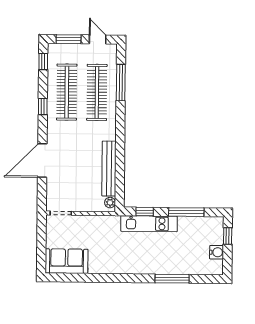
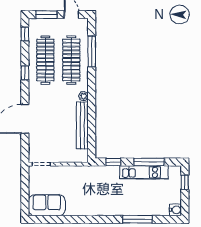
plant: (110, 203) -> (84, 96), moved
kitchen unit: (149, 224) -> (144, 172), moved
water cooler: (217, 252) -> (175, 210), moved

